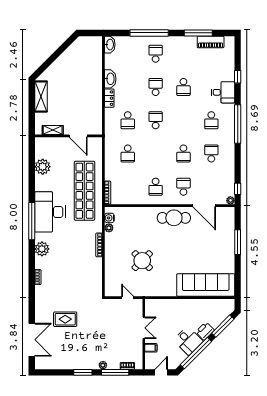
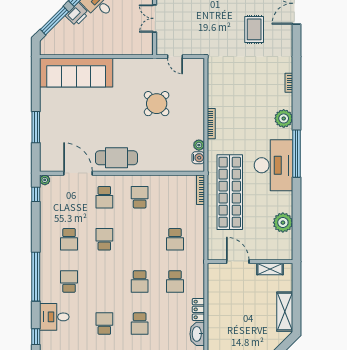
school desk: (128, 120) -> (175, 281), turned 180
school desk: (128, 153) -> (175, 239), turned 180
rug: (65, 319) -> (254, 29), turned 90

